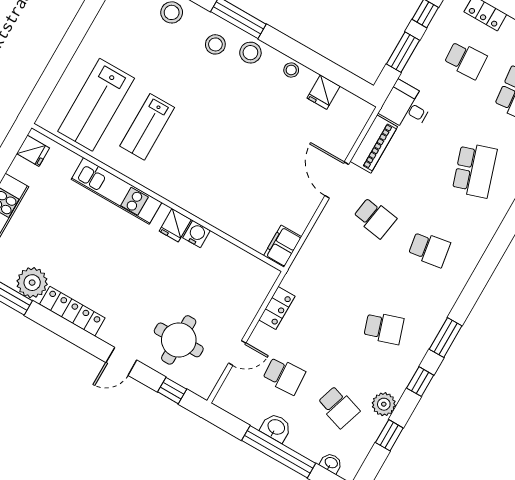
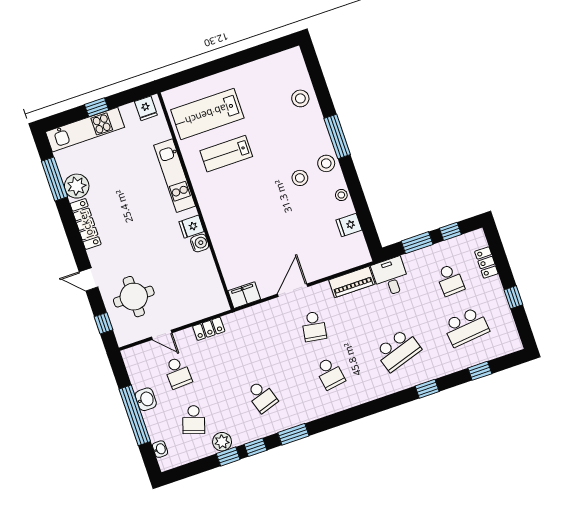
stool: (215, 44) -> (300, 178), moved
door: (337, 180) -> (293, 290), moved
window: (389, 435) -> (228, 456), moved

